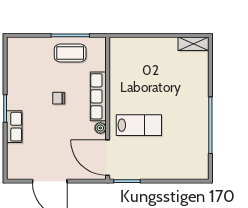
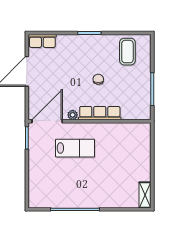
coffee table: (70, 53) -> (127, 52), moved
lab bench: (139, 125) -> (75, 148), turned -90
row of seats: (14, 127) -> (42, 41), moved

